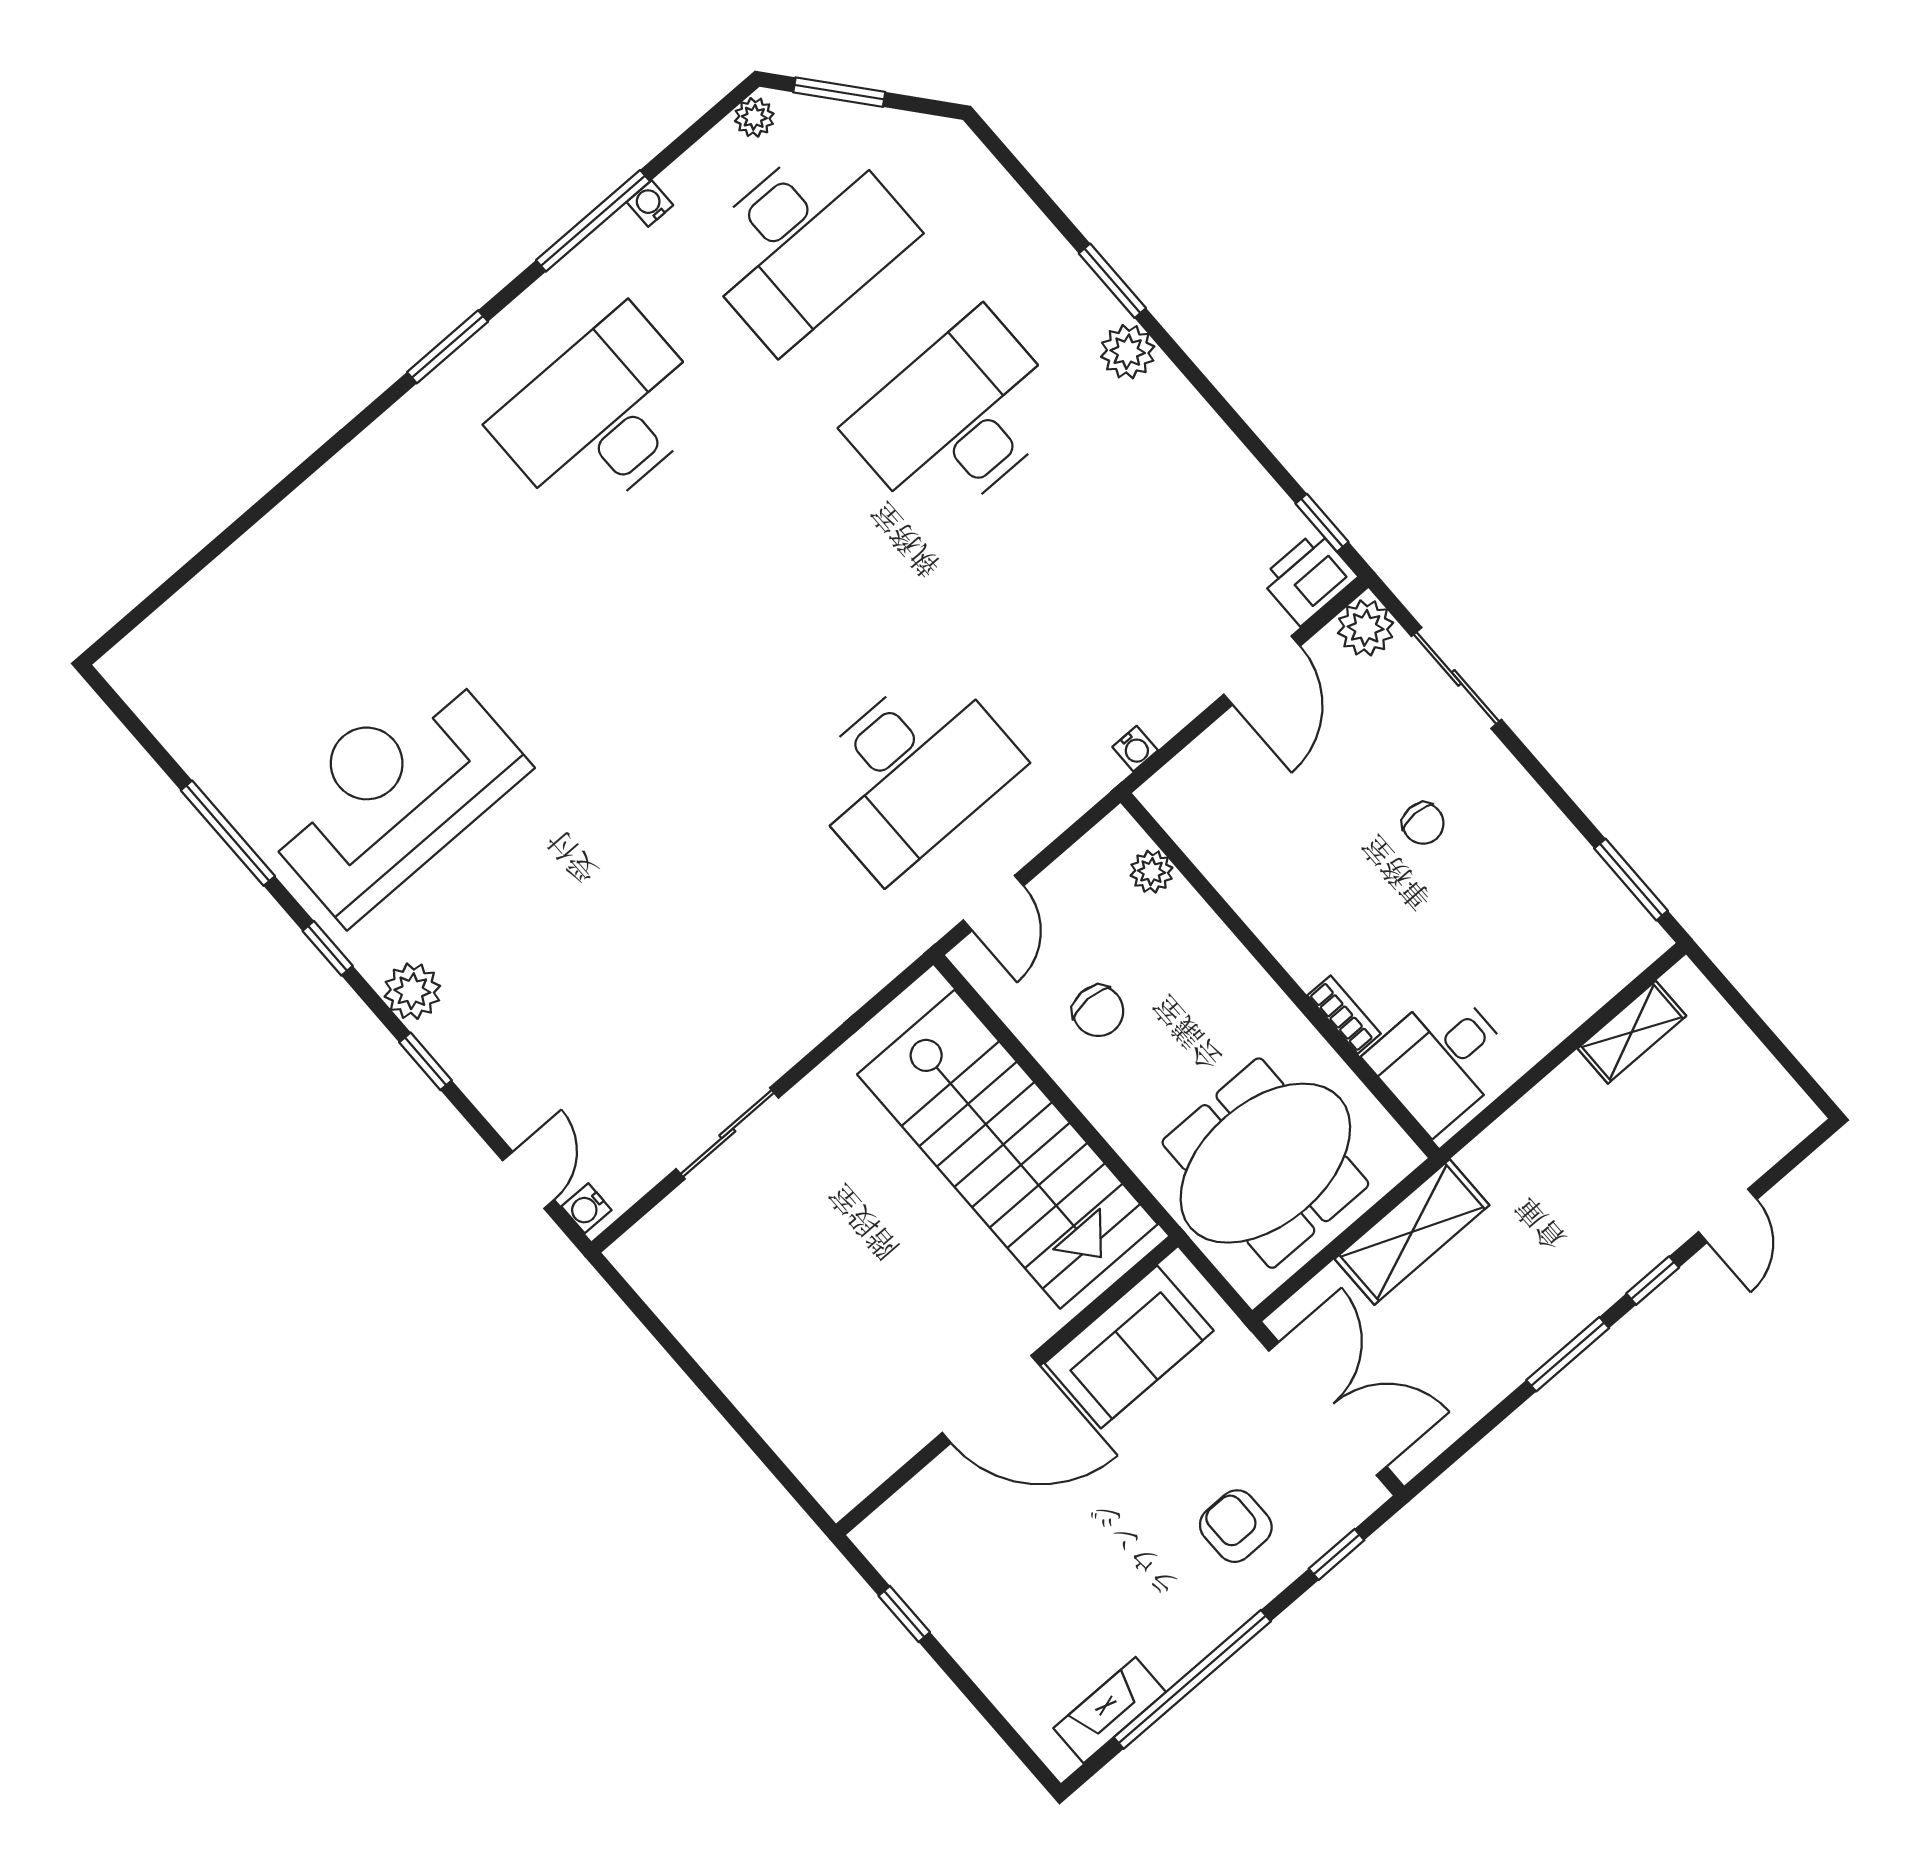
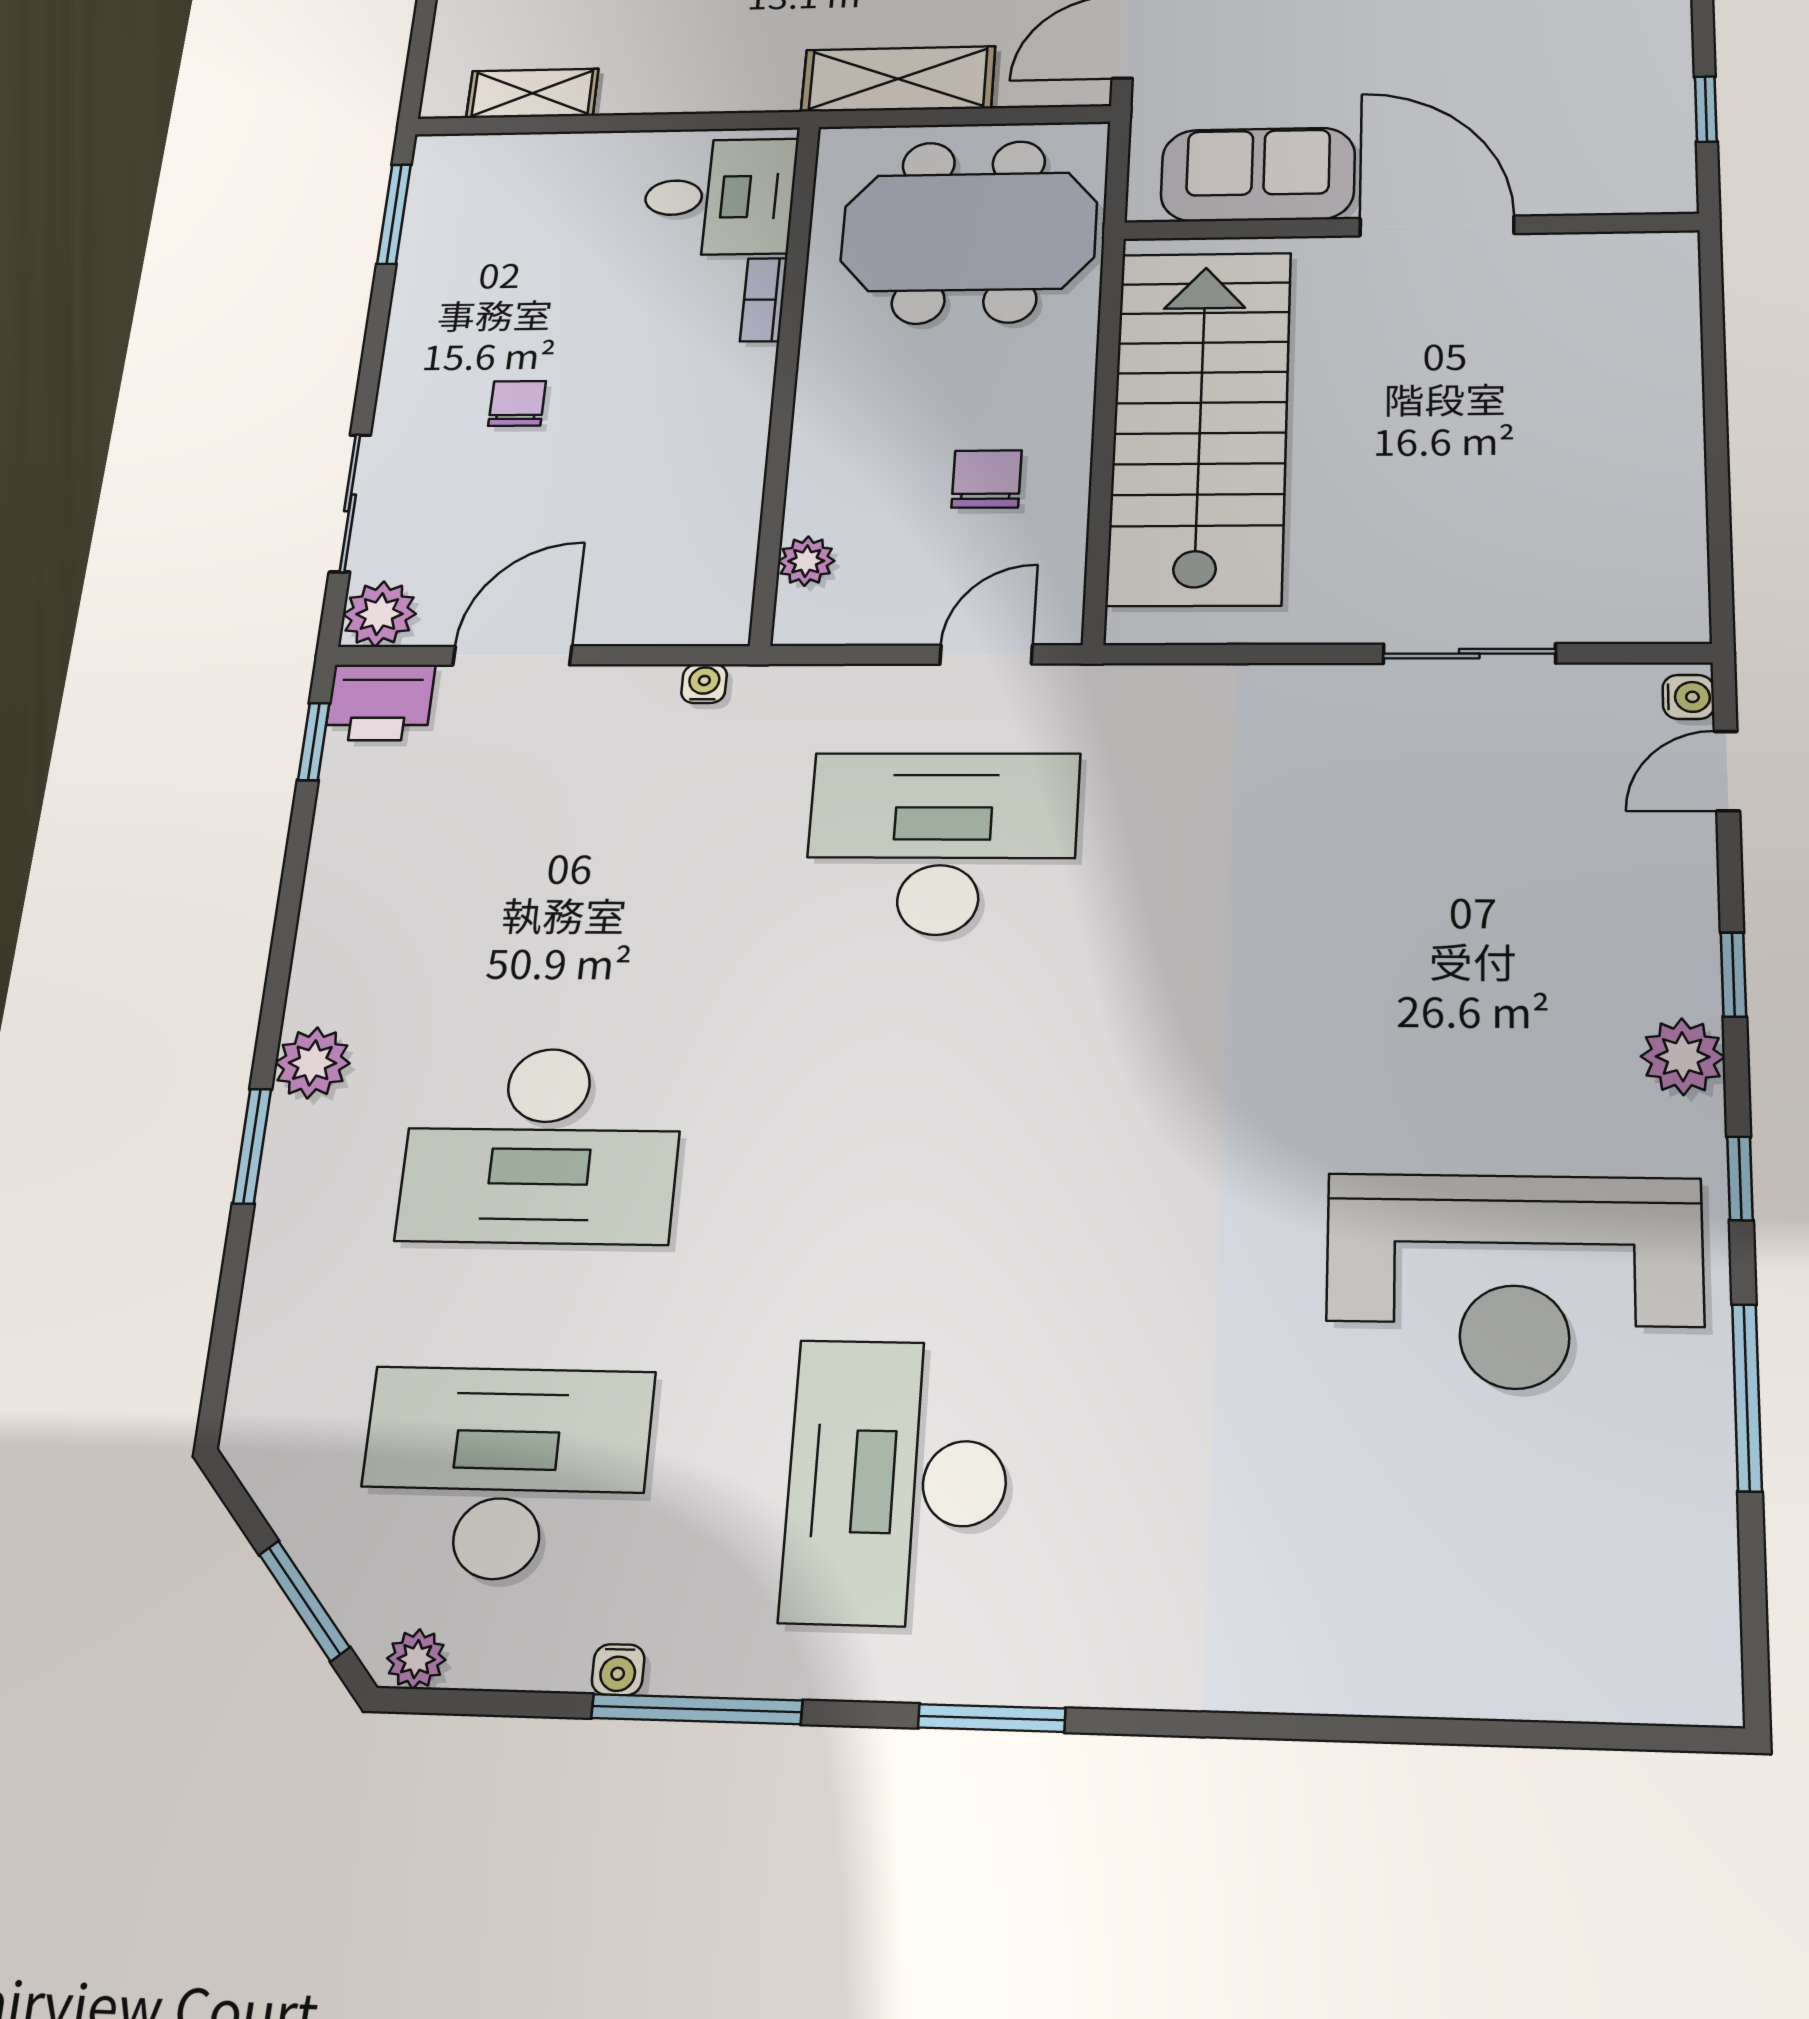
desk: (603, 416) -> (897, 1482), turned 90

